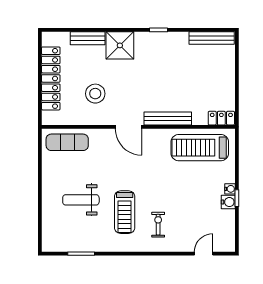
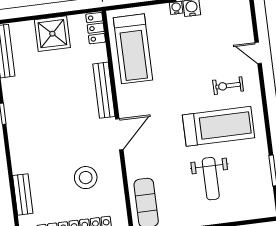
shower: (120, 45) -> (52, 34), moved
treadmill: (125, 212) -> (219, 126), width x1.37, depth x1.38
door: (204, 254) -> (258, 53), moved

